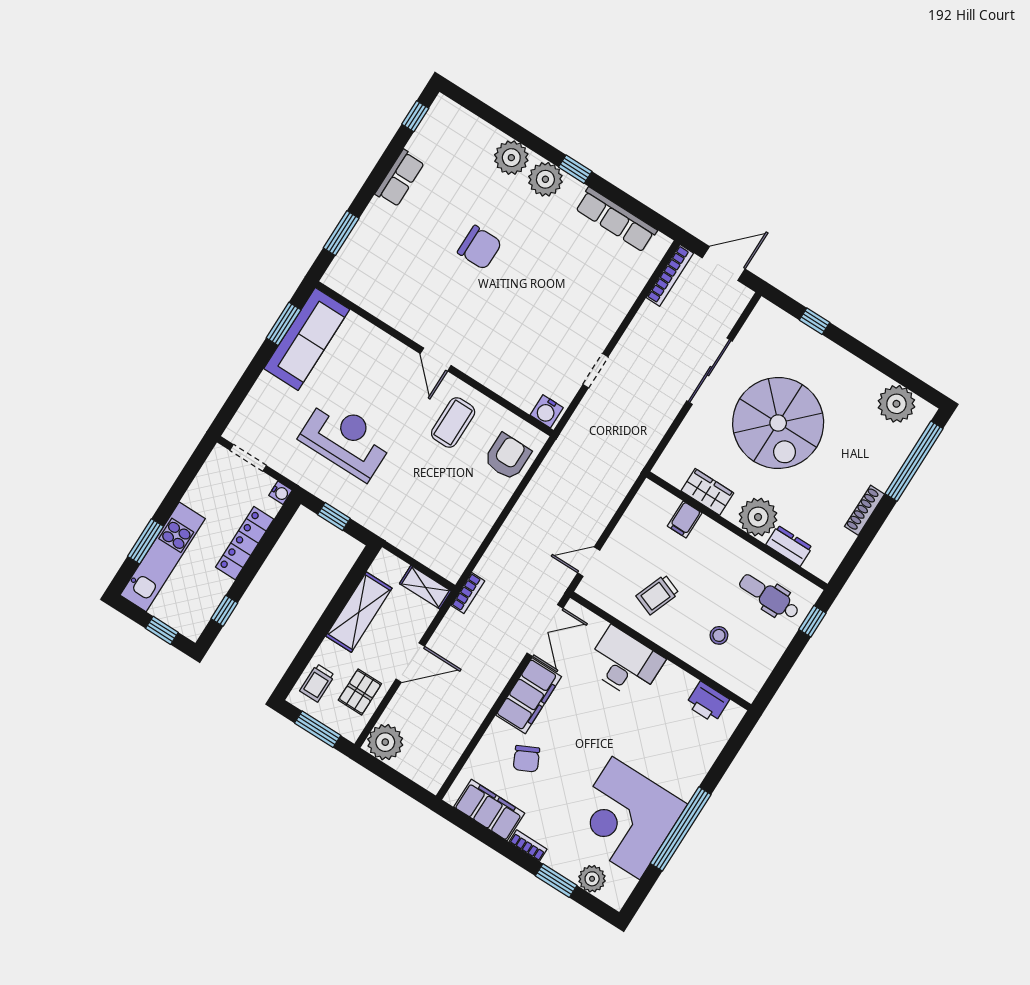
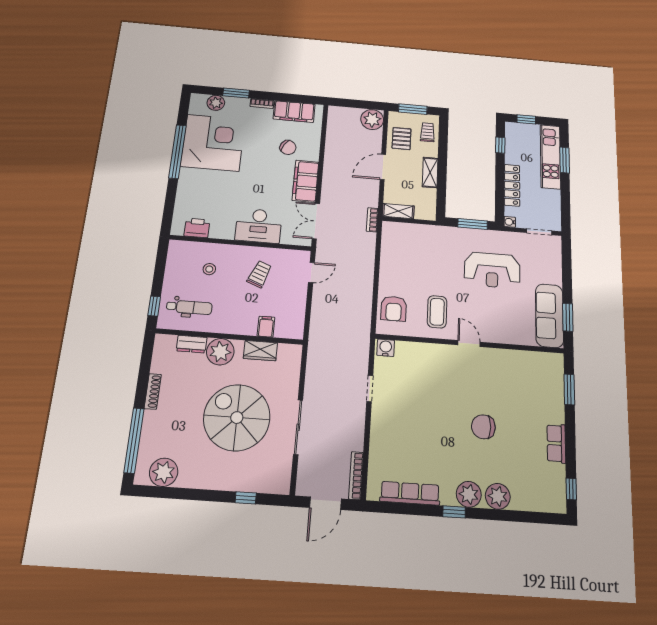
window: (334, 516) -> (473, 224), width x1.50
shelving: (359, 612) -> (430, 172), width x0.67, depth x0.75
chair: (526, 759) -> (288, 147), turned 147

